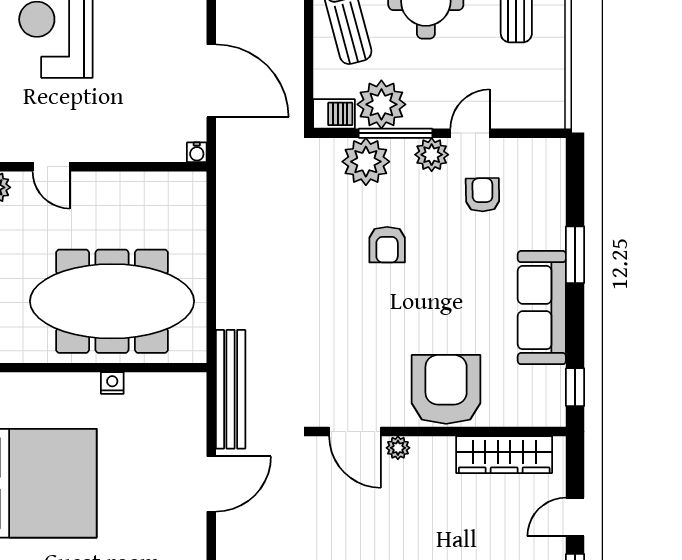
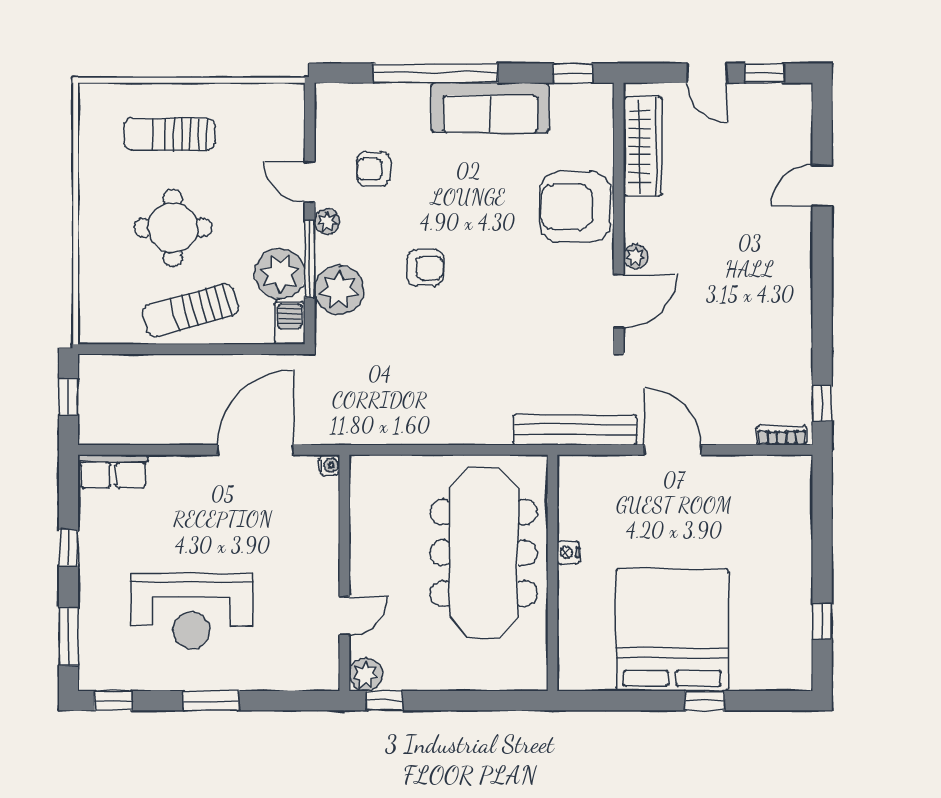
plant: (432, 155) -> (327, 222), width x0.73, depth x0.73
window: (575, 255) -> (436, 73), width x2.11

